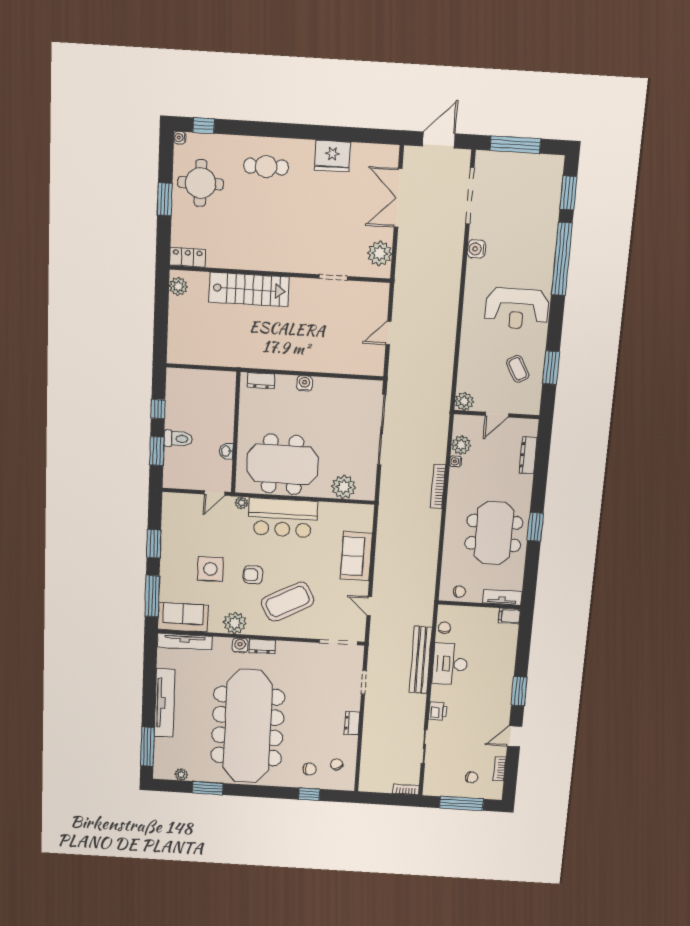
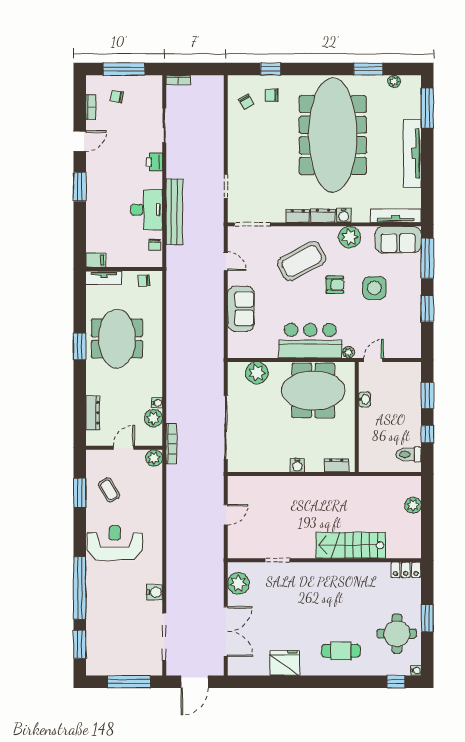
plant: (178, 286) -> (413, 505), moved
toilet: (178, 439) -> (408, 454), moved
bookcase: (438, 487) -> (171, 444), moved
dresser: (352, 723) -> (298, 216), moved, turned -90

